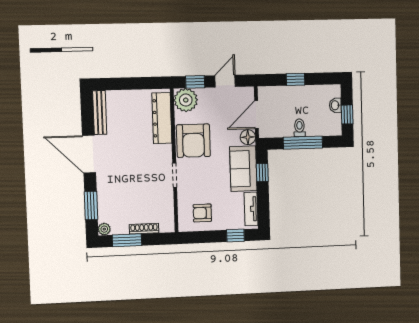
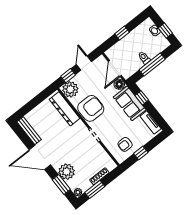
armchair: (193, 141) -> (91, 108), turned -90
plant: (109, 195) -> (67, 172), added
window: (235, 236) -> (141, 153), moved

